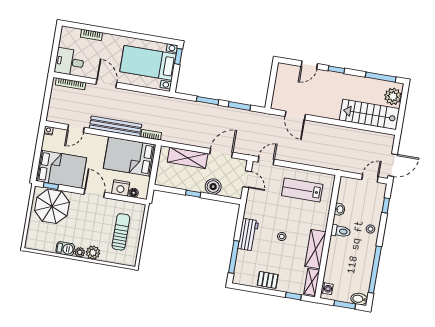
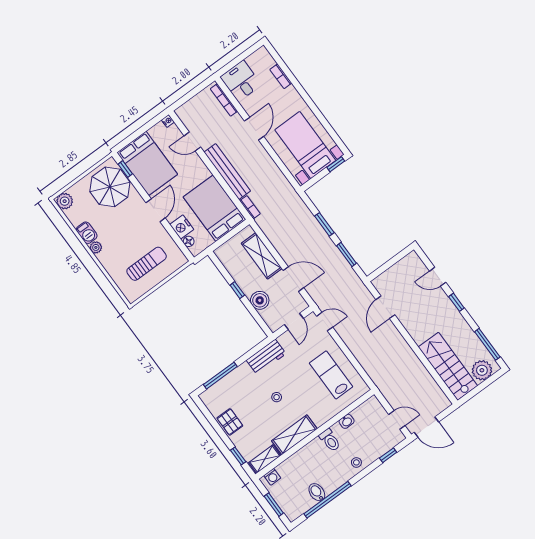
workbench: (248, 235) -> (266, 357), moved
plant: (93, 253) -> (65, 201), moved
bidet: (359, 299) -> (317, 492), moved

